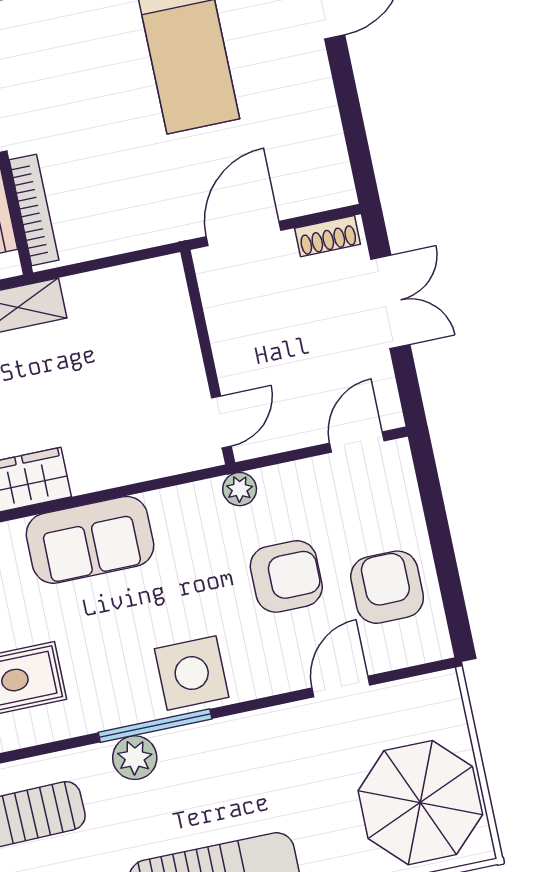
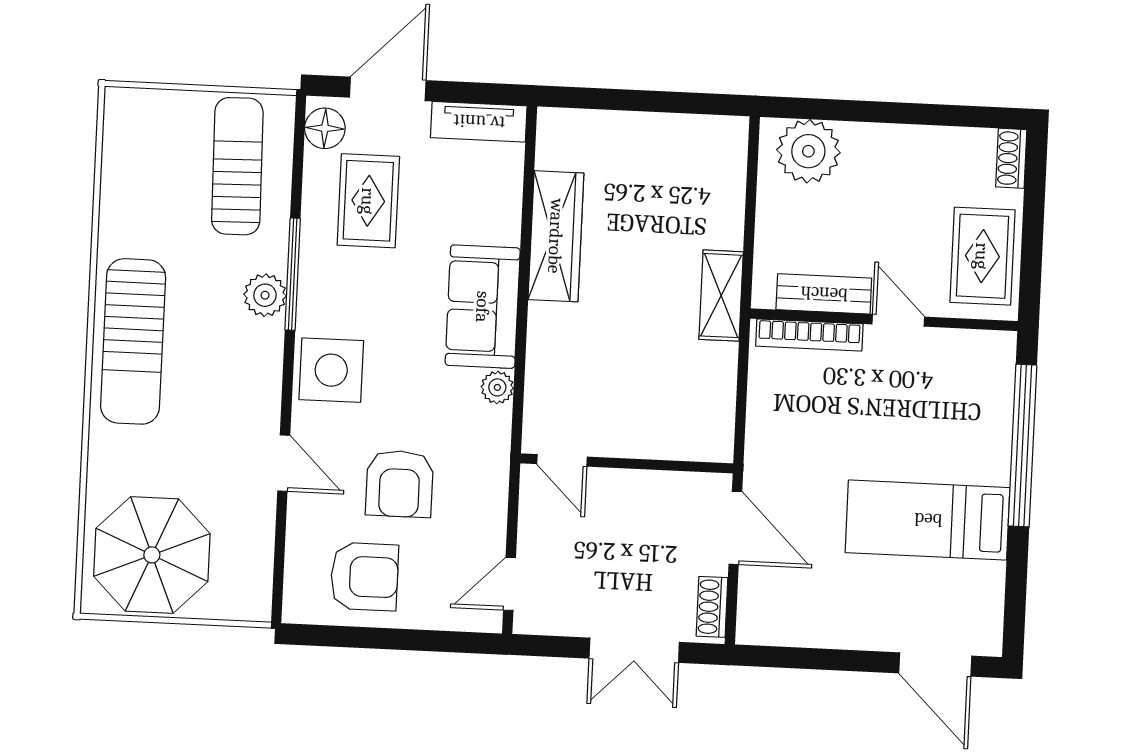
door: (357, 442) -> (510, 584), swing flipped
plant: (240, 489) -> (497, 387), moved
door: (341, 687) -> (284, 463), moved
window: (155, 726) -> (293, 274), moved

